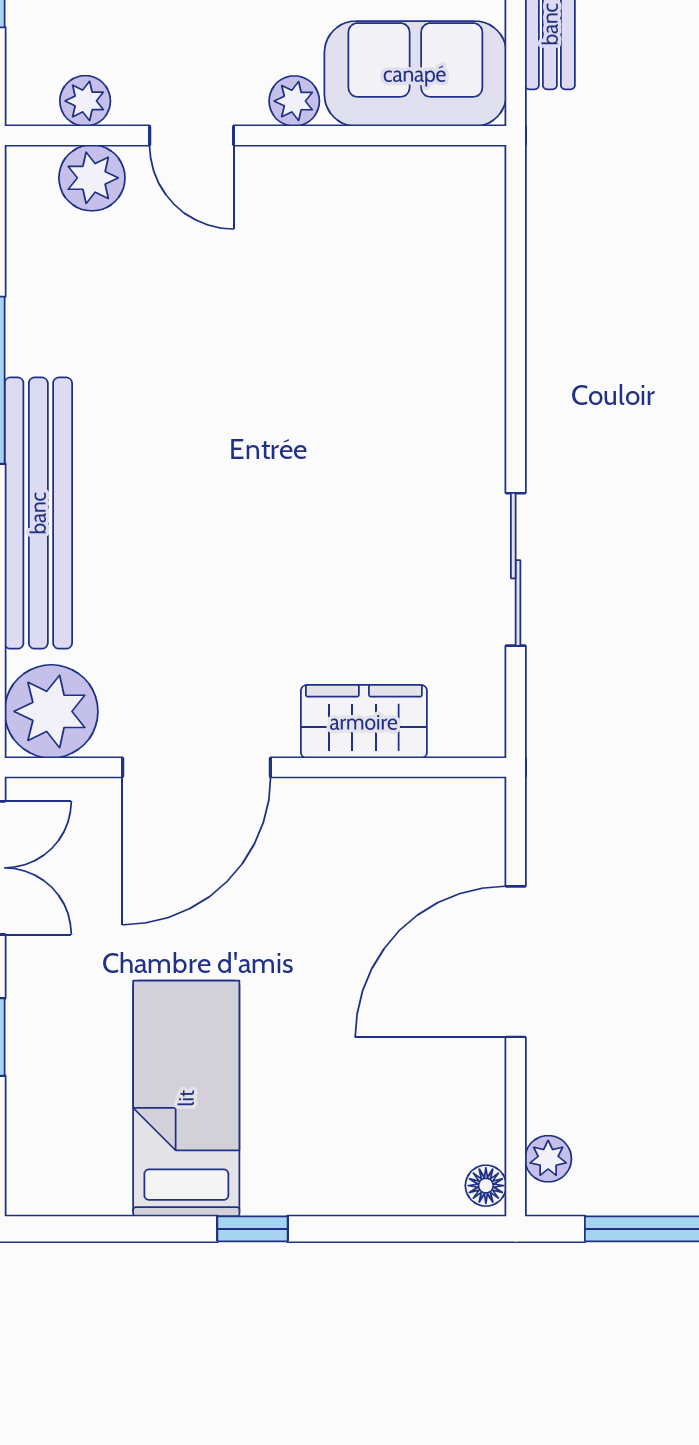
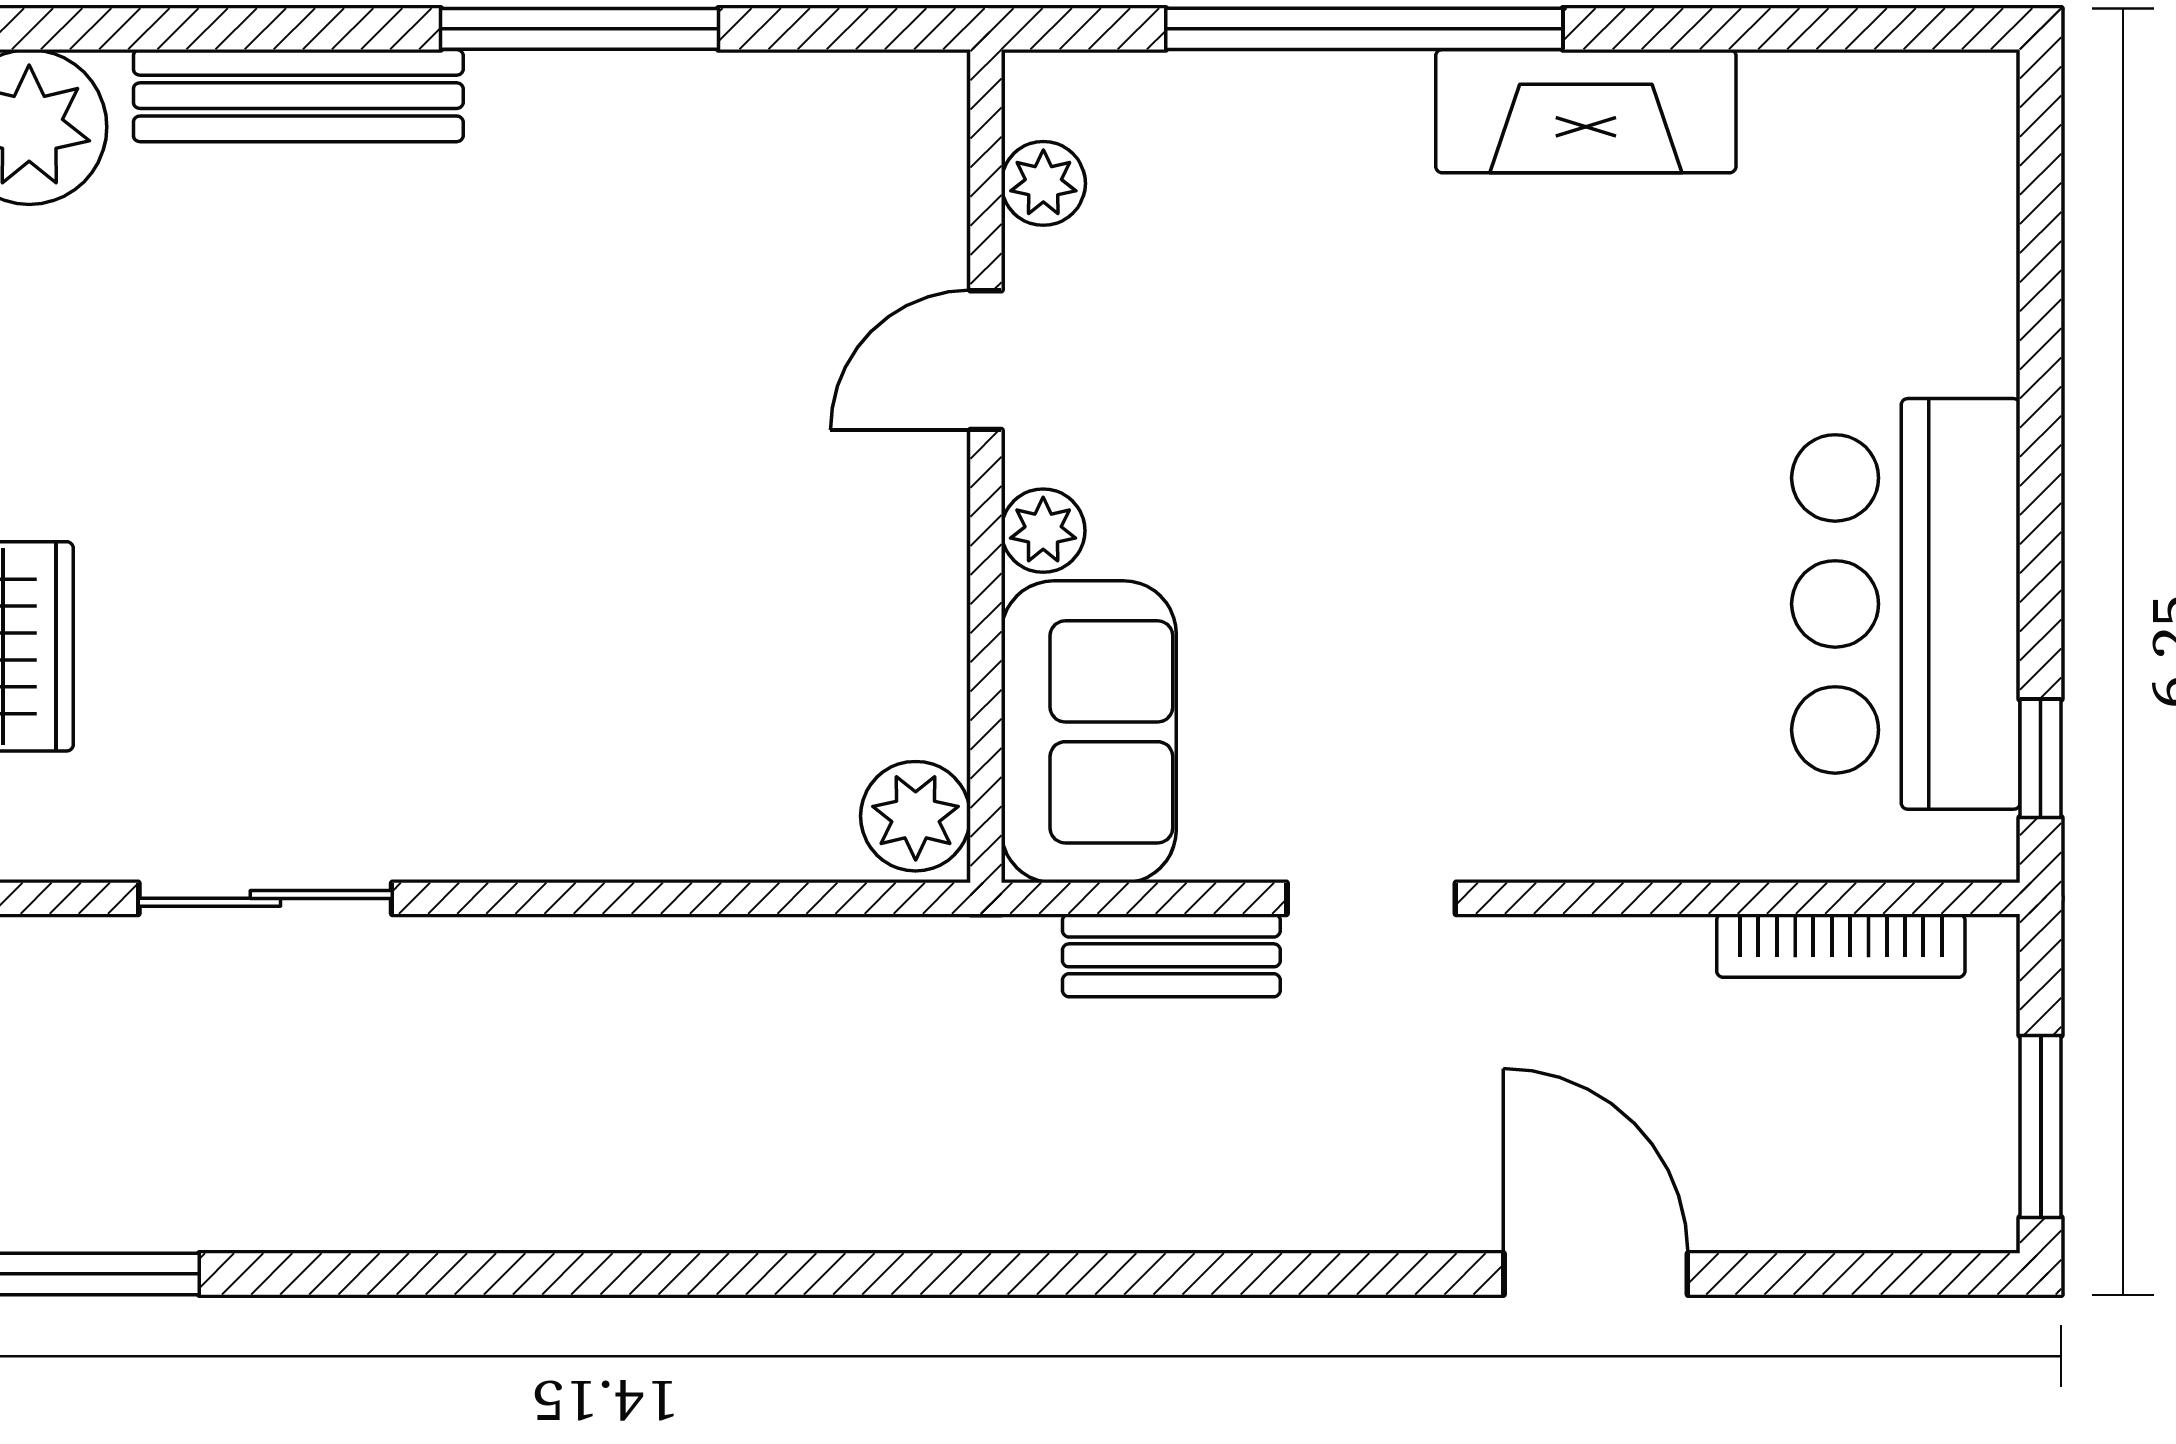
plant: (92, 178) -> (916, 816), moved
bench: (38, 513) -> (298, 96), width x0.73, depth x0.82

